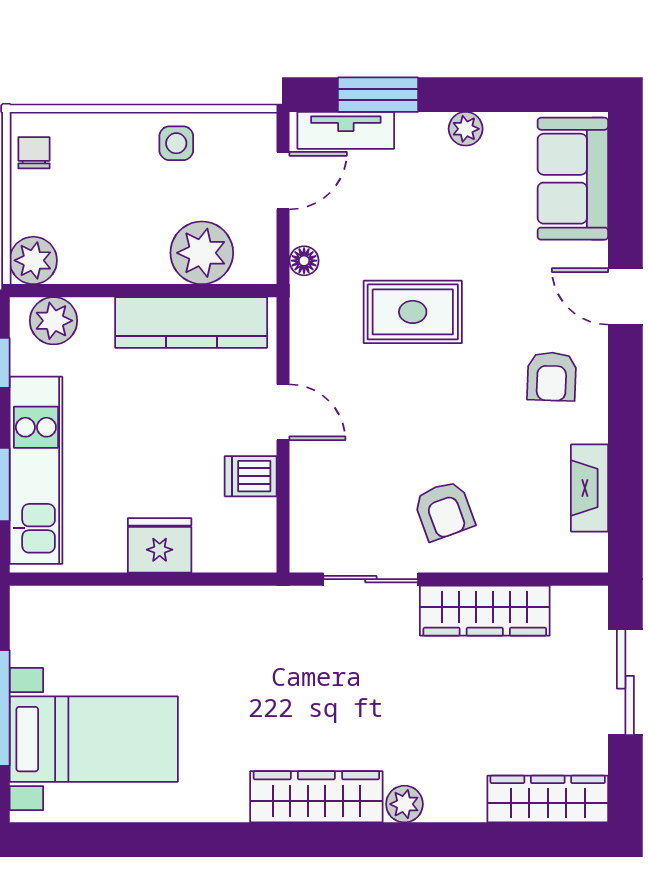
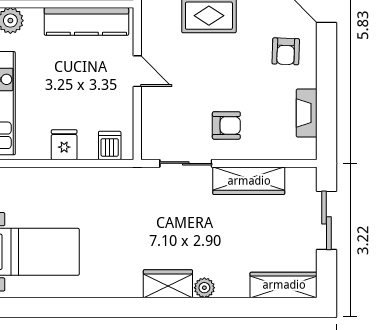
dishwasher: (251, 476) -> (110, 145), moved, turned 90
armchair: (444, 511) -> (226, 125), turned -70
fridge: (160, 545) -> (64, 145), width x0.72
wardrobe: (316, 797) -> (168, 284), width x0.67

